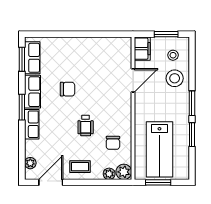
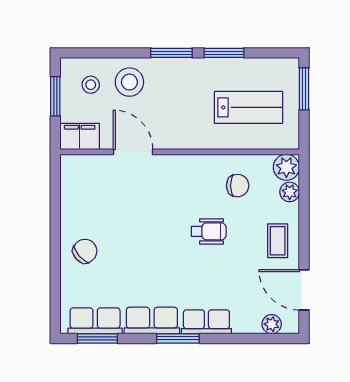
chair: (68, 89) -> (85, 251), moved, turned 49
lab bench: (159, 149) -> (249, 107), width x0.73, depth x0.72
window: (158, 182) -> (304, 89), moved

